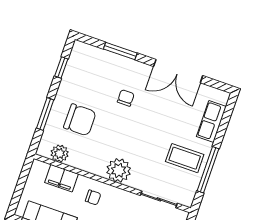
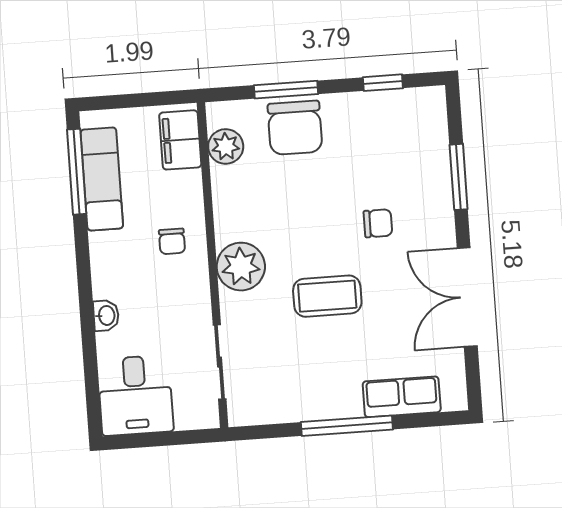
chair: (80, 120) -> (295, 128), moved
coffee table: (185, 158) -> (327, 296), moved, turned 90
window: (208, 170) -> (347, 426), moved
filing cabinet: (62, 178) -> (180, 140), moved

